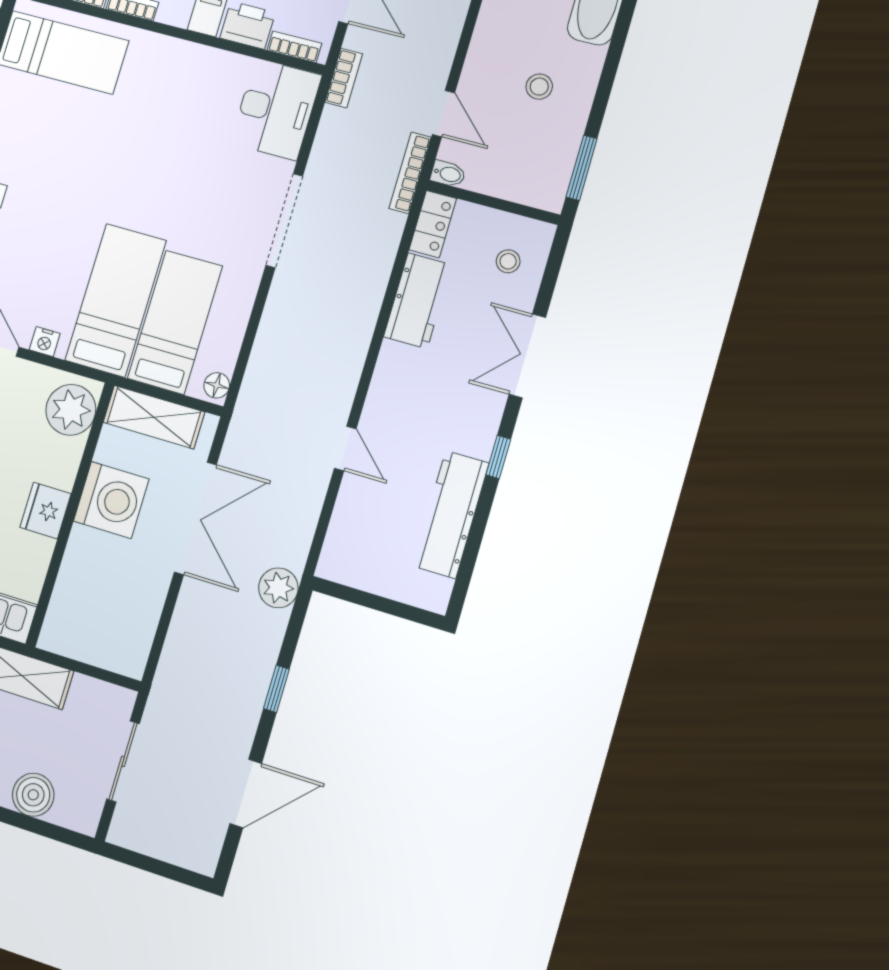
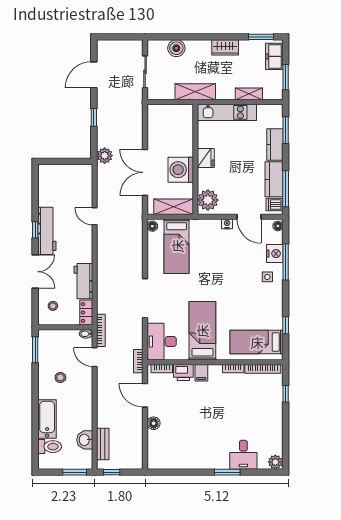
bed: (116, 300) -> (202, 331), moved, turned 180
workbench: (451, 514) -> (47, 231), moved

